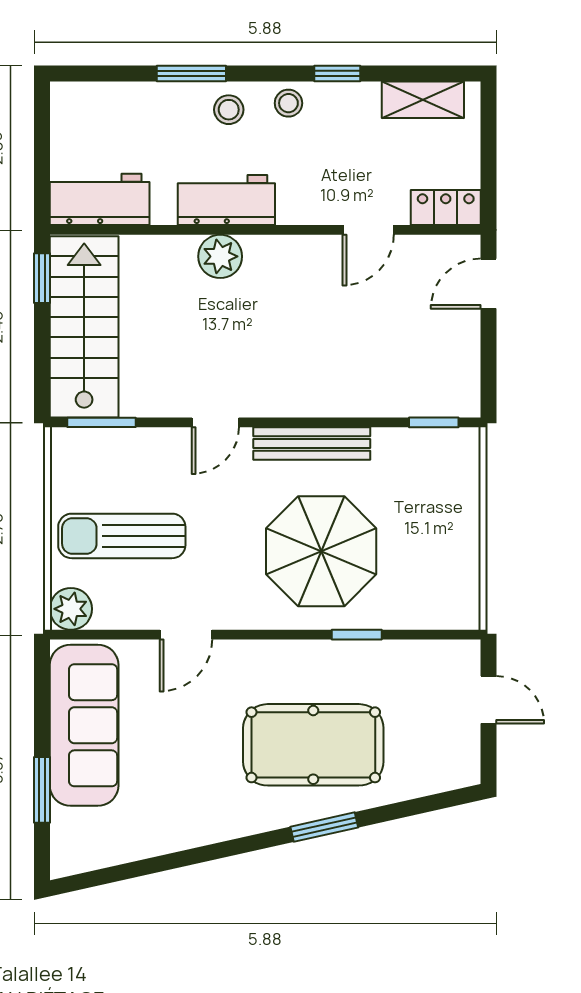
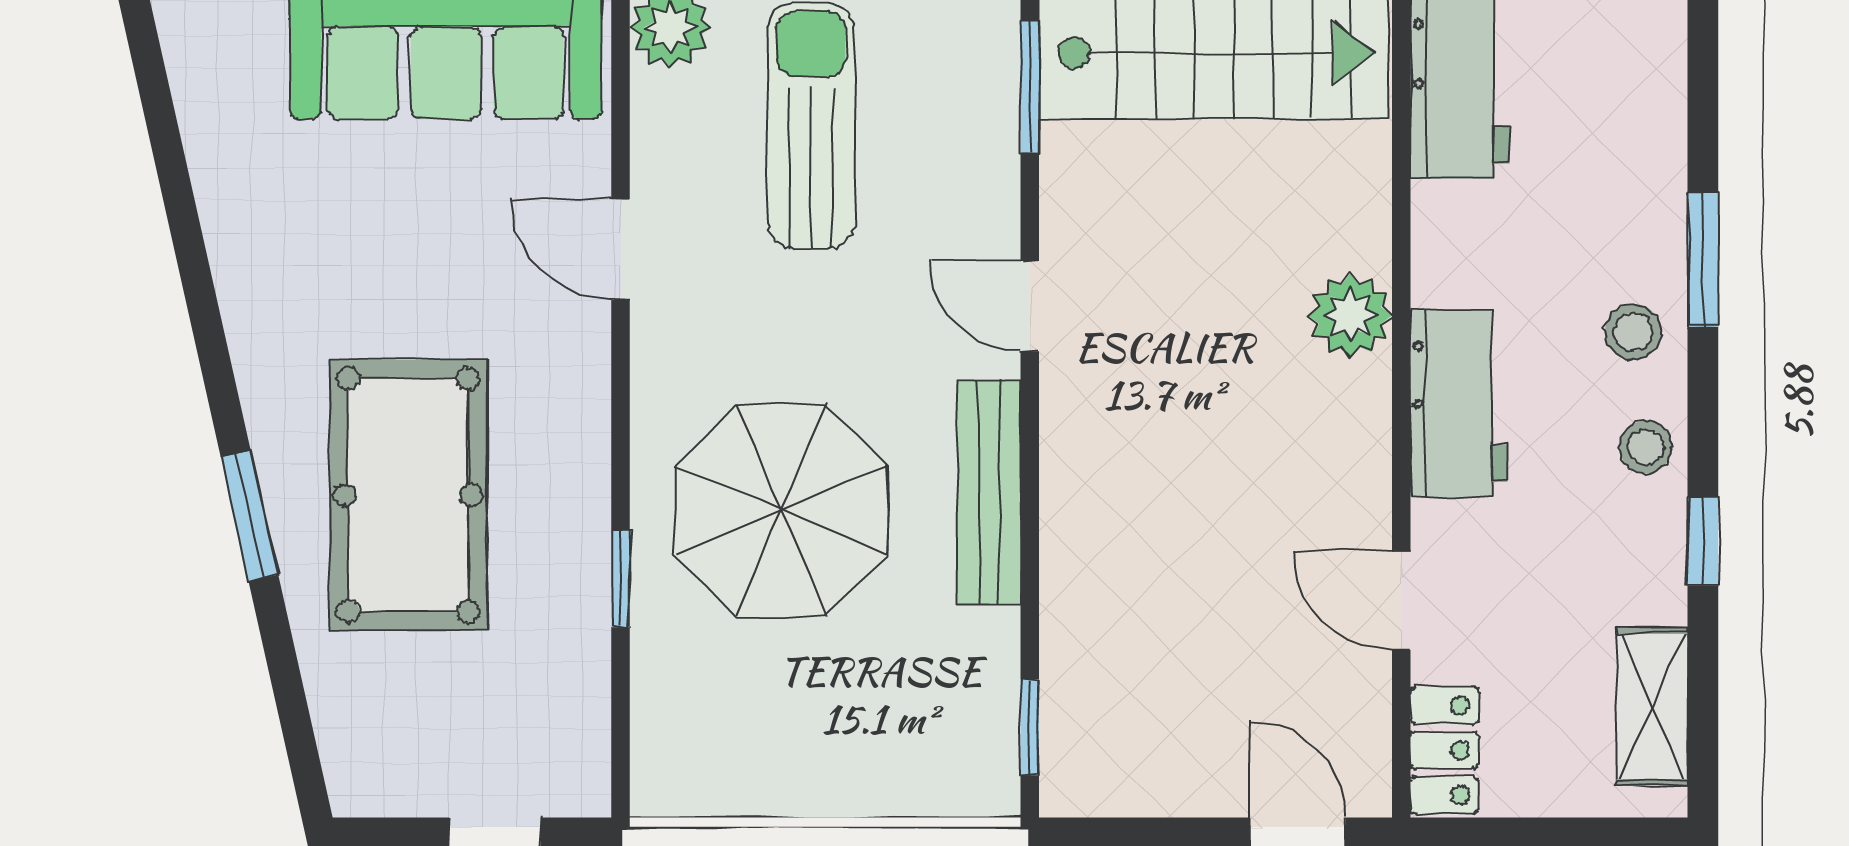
workbench: (226, 200) -> (1459, 403), moved

